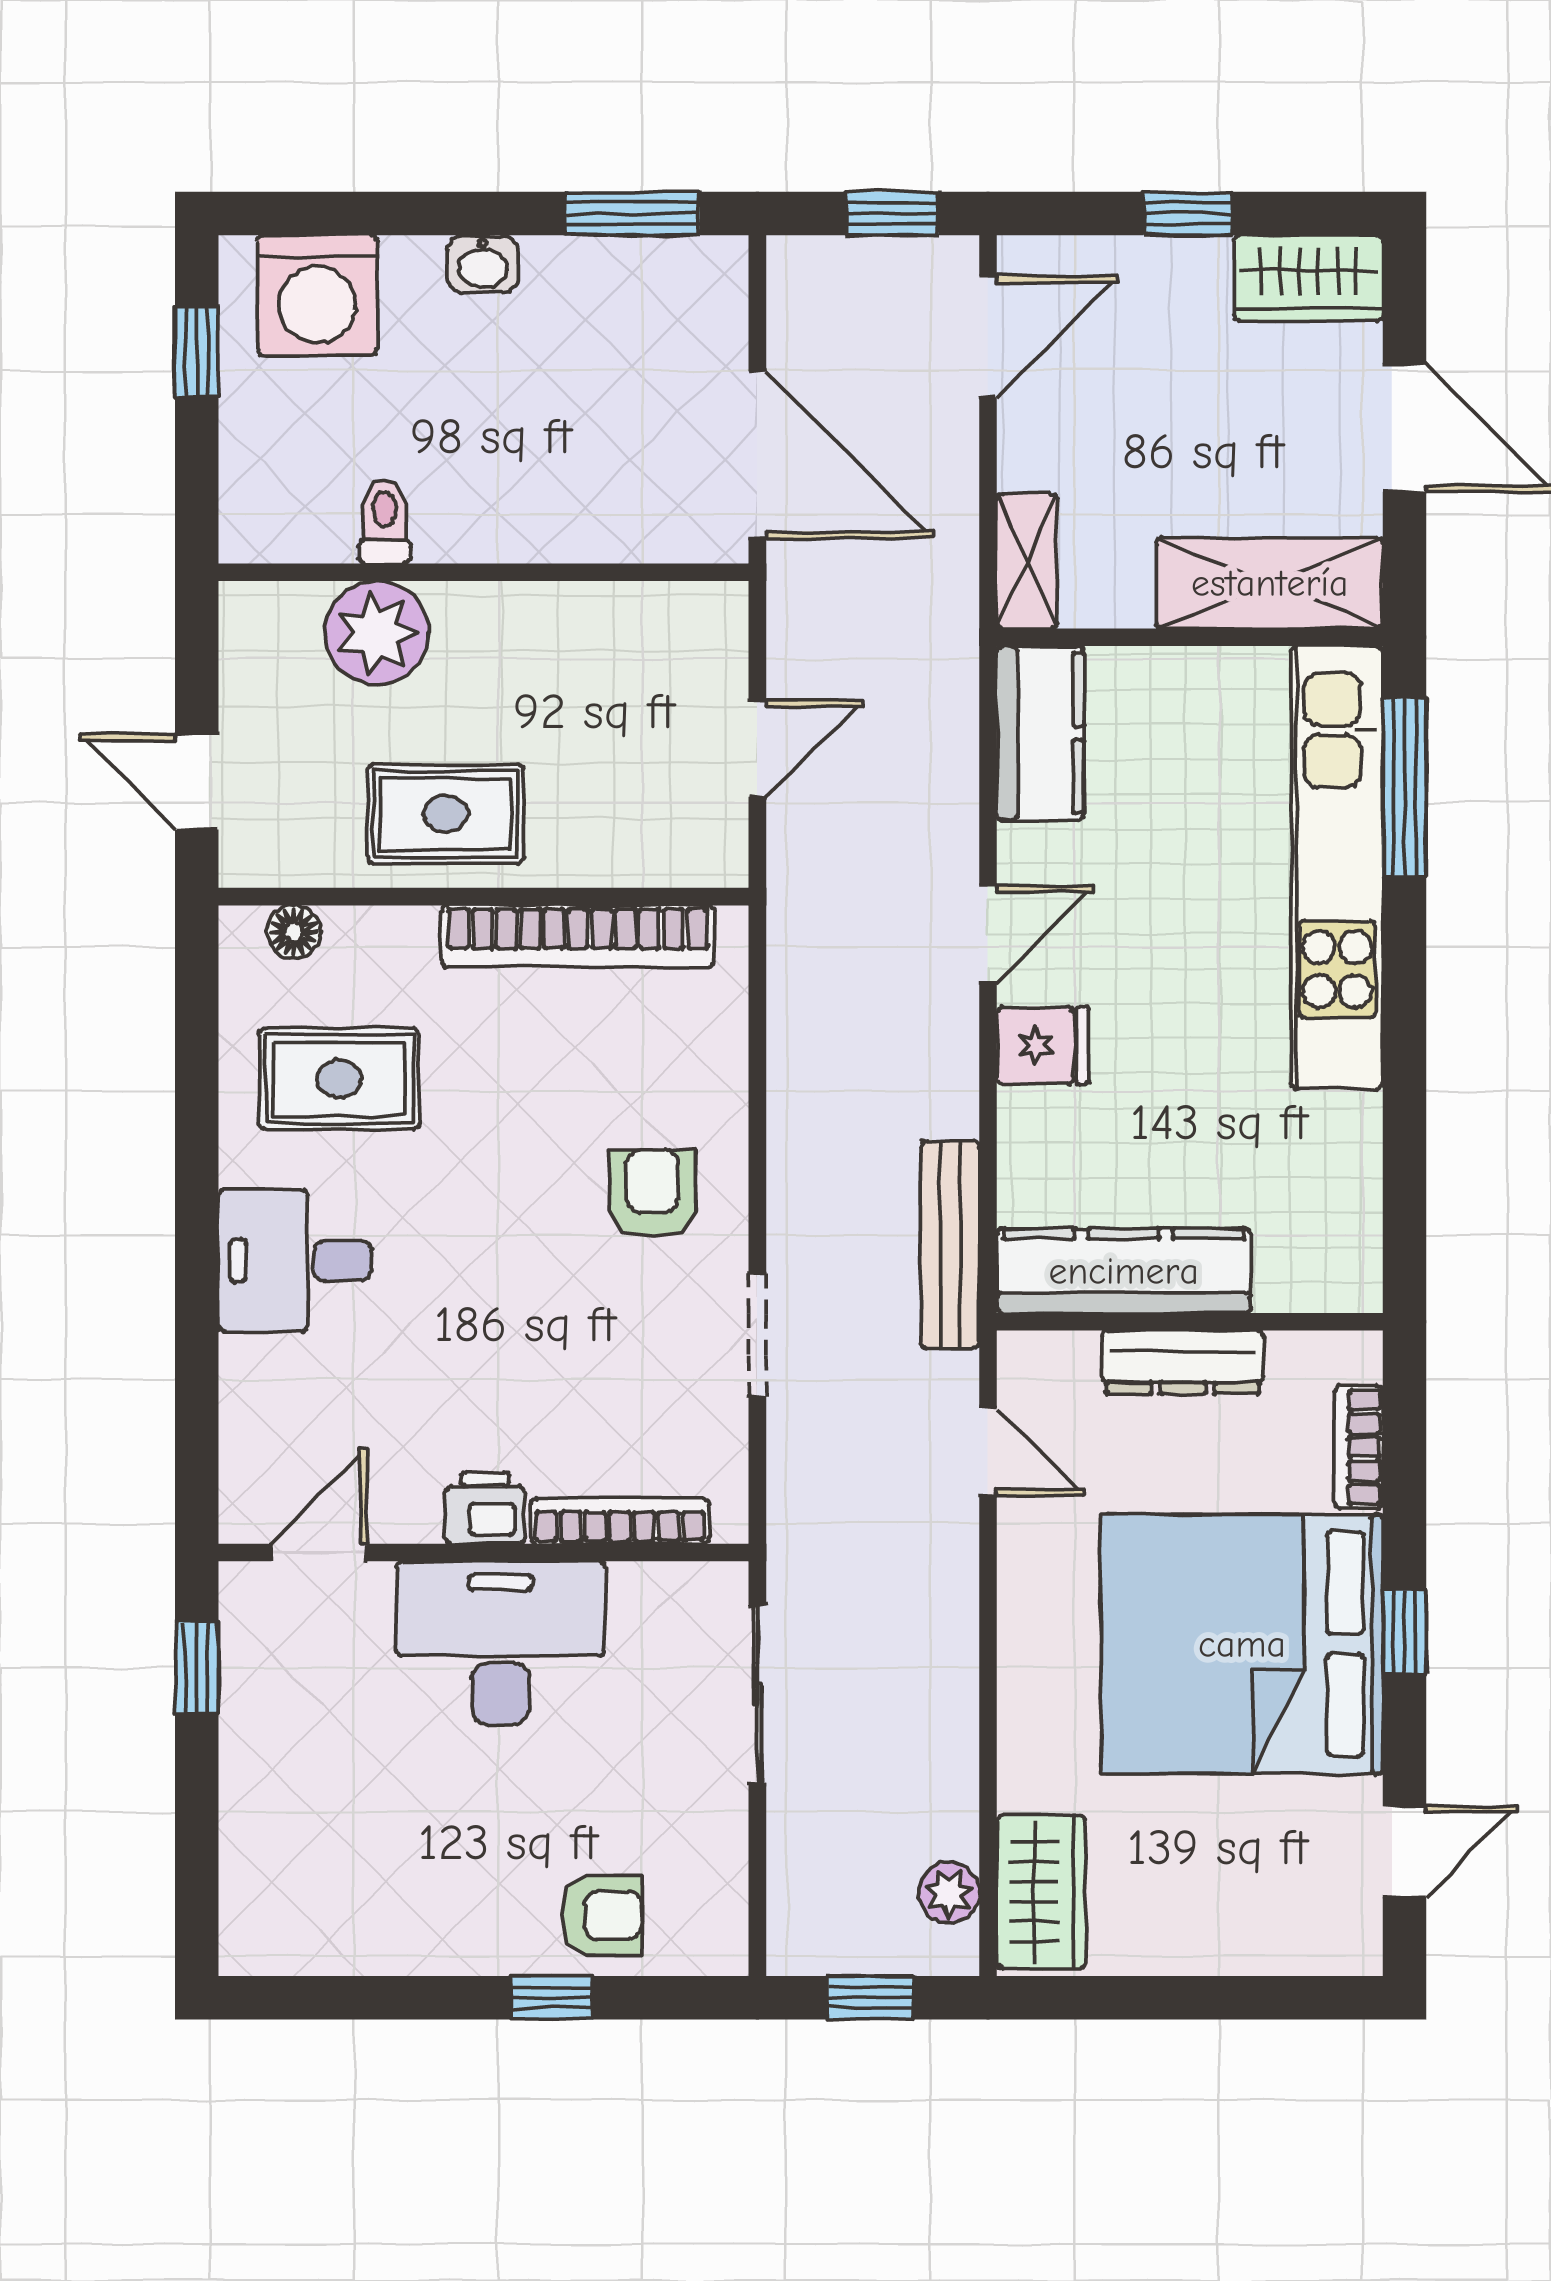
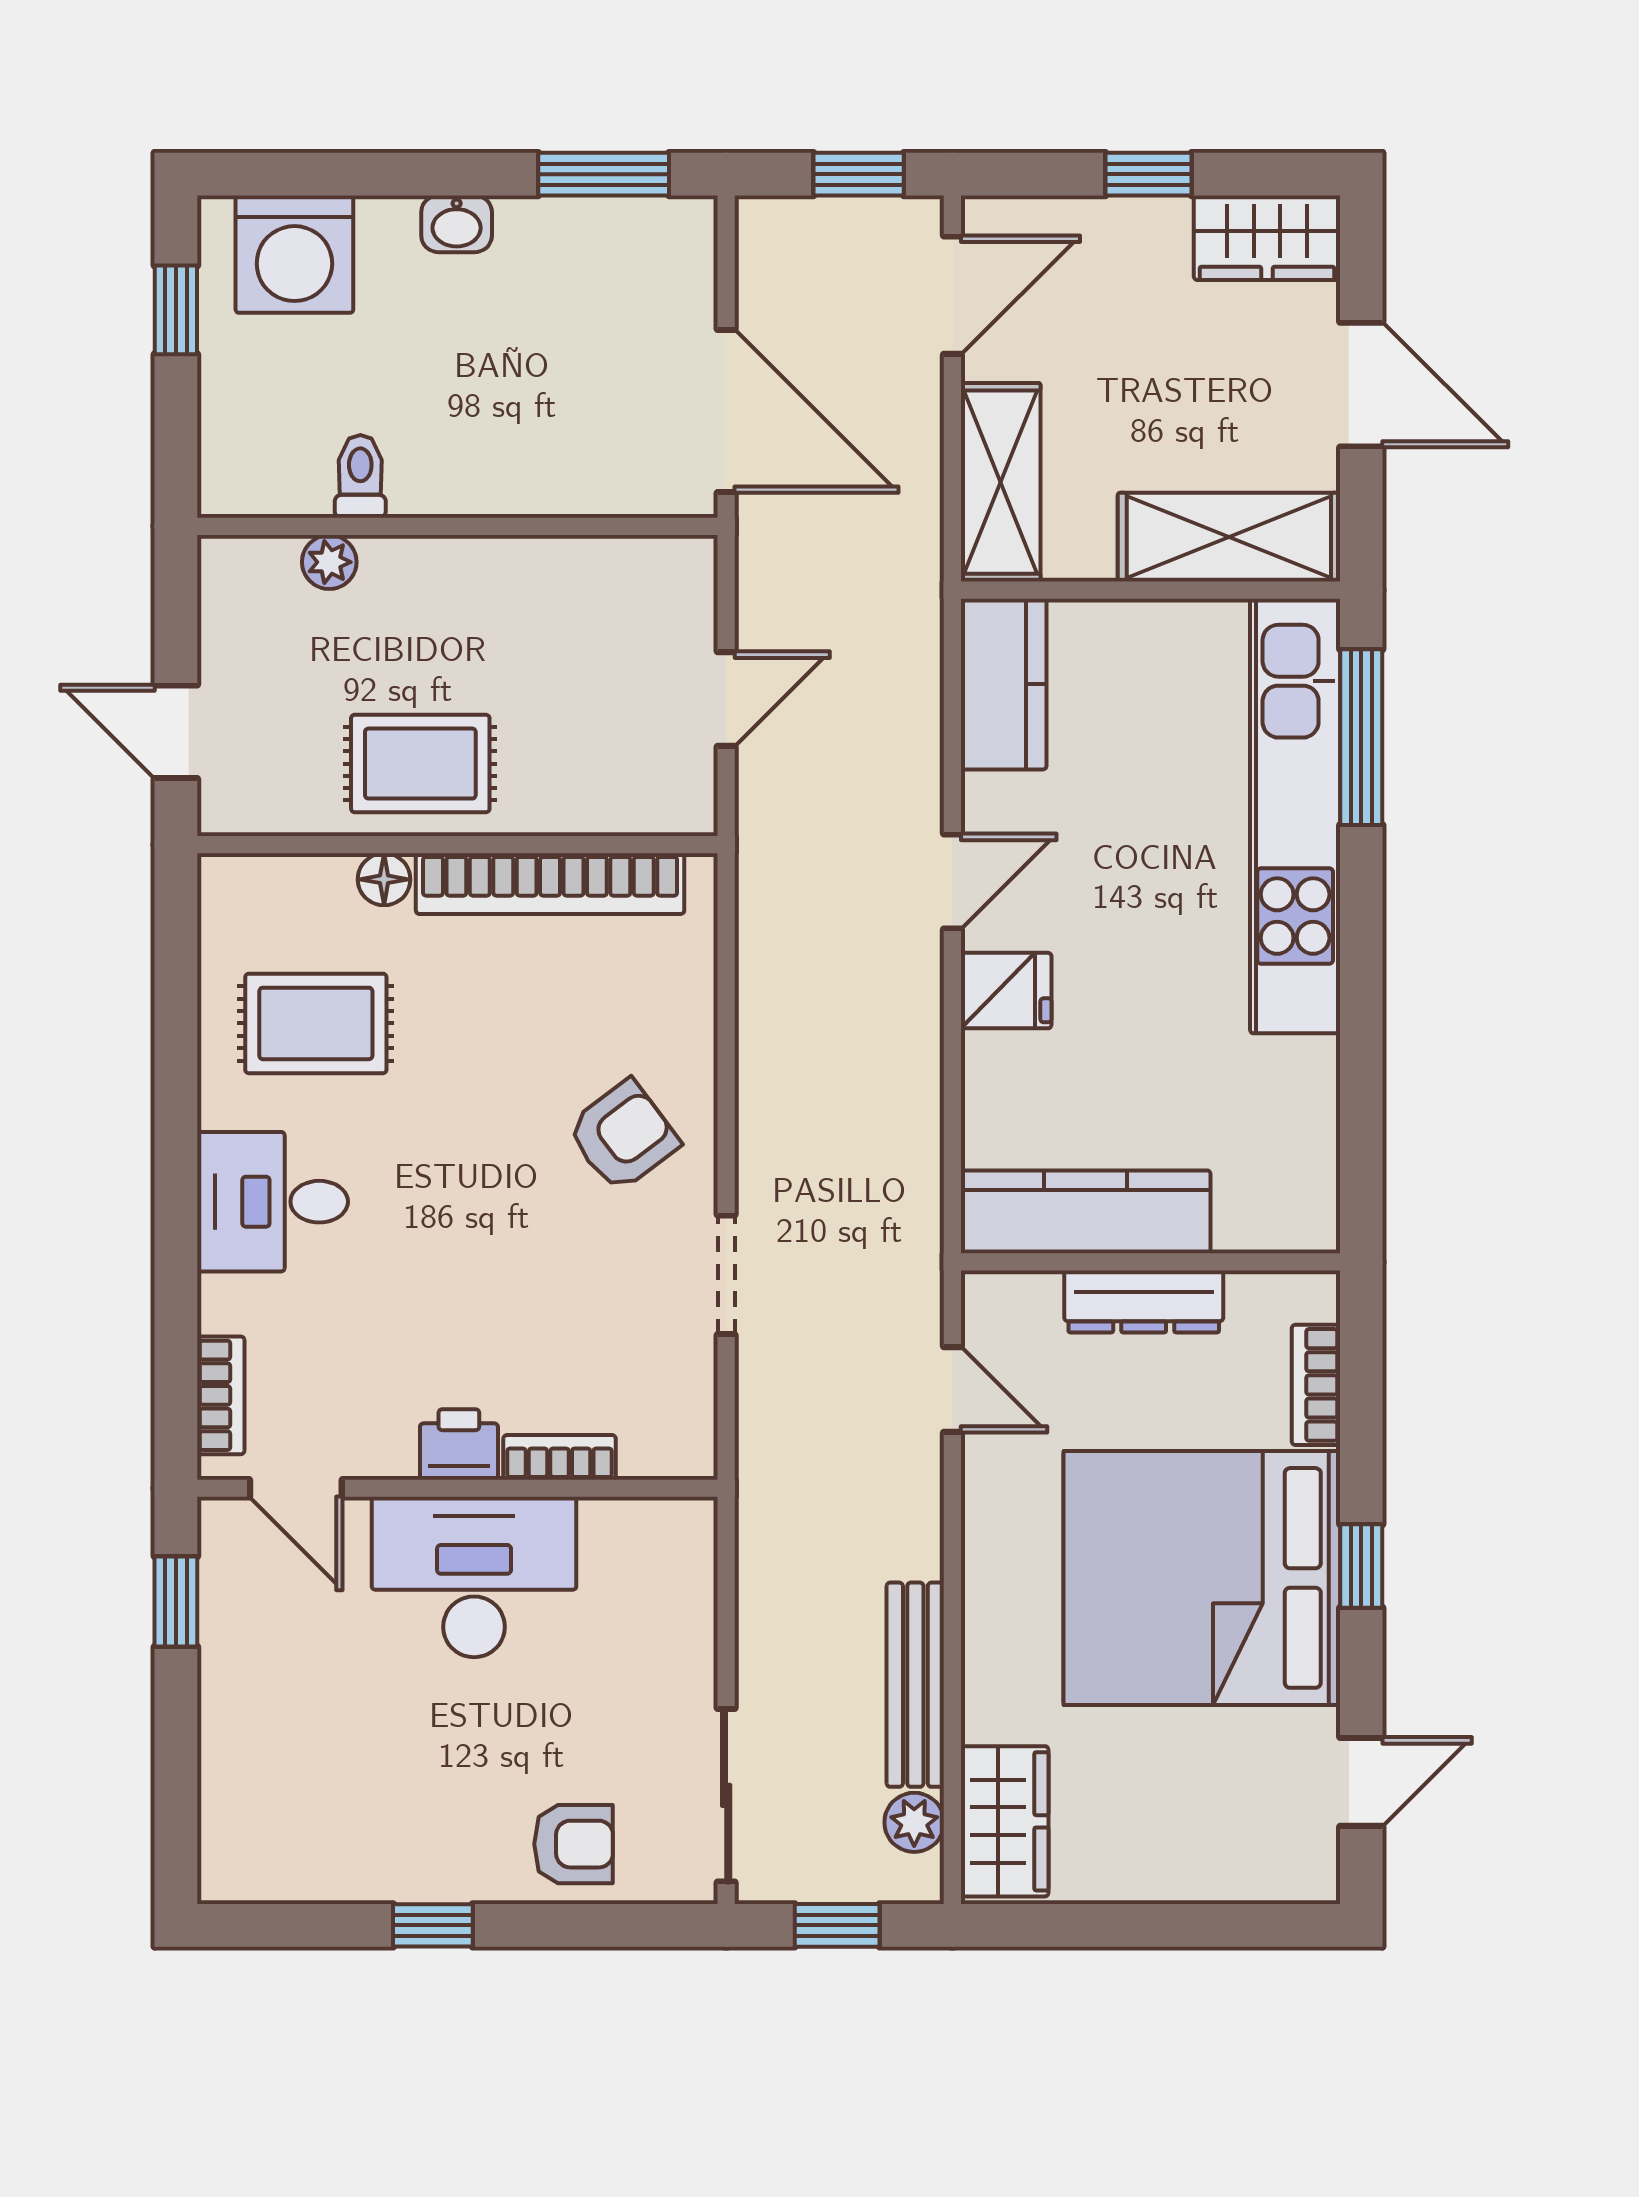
shelving: (1027, 561) -> (1001, 482), width x1.50, depth x1.33
plant: (377, 633) -> (329, 562), width x0.53, depth x0.53
floor lamp: (294, 932) -> (384, 879), moved
armchair: (652, 1193) -> (623, 1136), turned 53
bench: (950, 1245) -> (915, 1685), moved
bookcase: (242, 1458) -> (221, 1395), added
bookcase: (620, 1521) -> (560, 1457), width x0.64
door: (319, 1552) -> (296, 1488), swing flipped
sliding door: (757, 1694) -> (726, 1795), moved
window: (552, 1998) -> (433, 1925), moved

